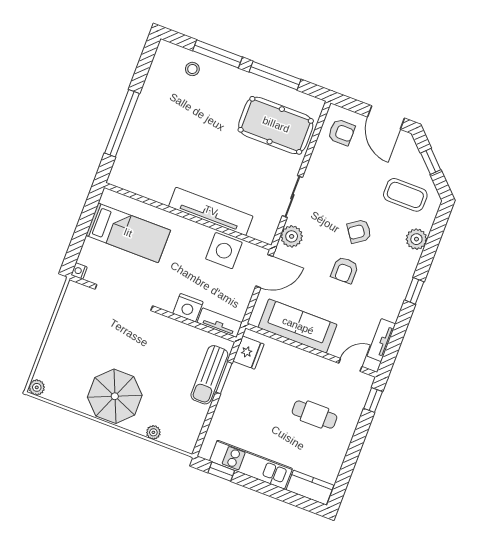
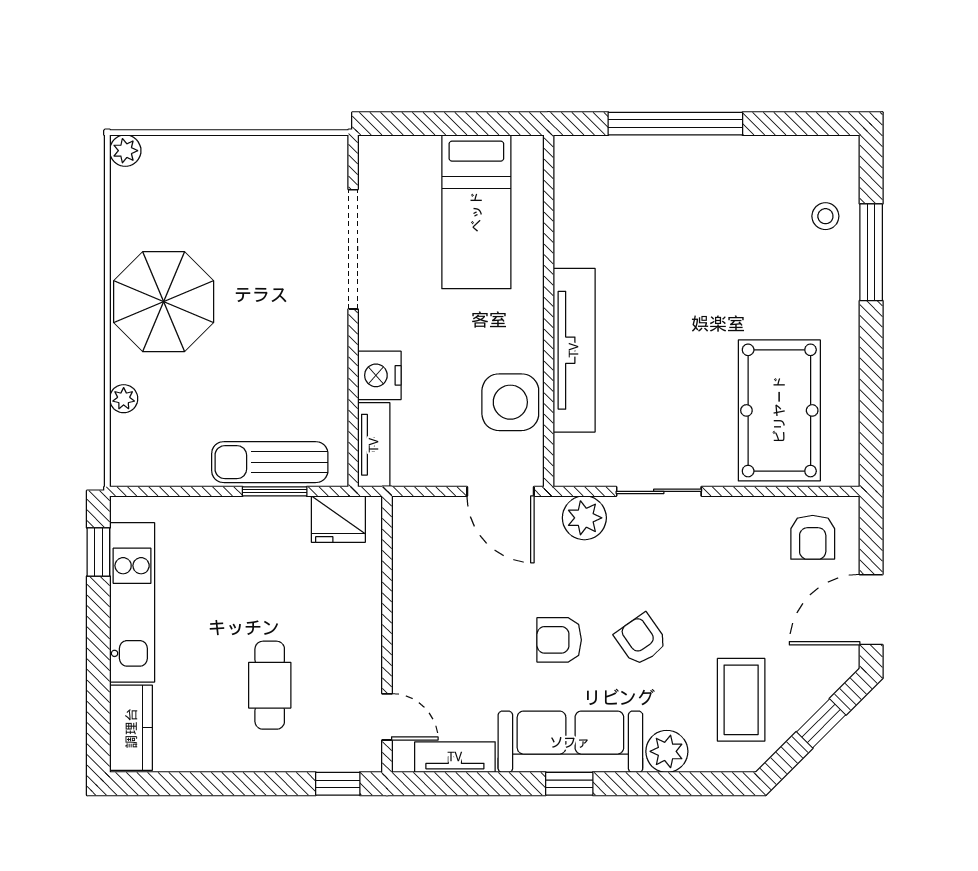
window: (275, 76) -> (871, 374), removed
nightstand: (79, 271) -> (371, 148), removed
sofa: (298, 326) -> (570, 742), moved, turned -90

